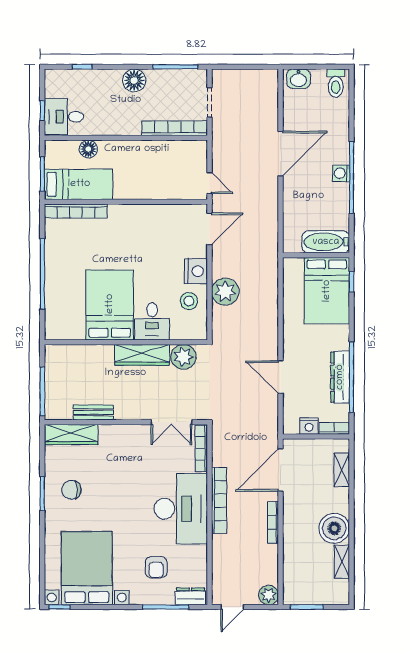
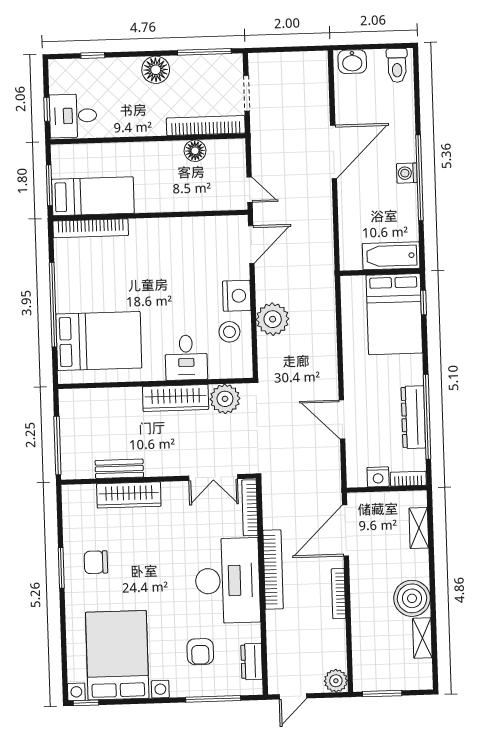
floor lamp: (88, 149) -> (195, 151), moved
bed: (110, 305) -> (99, 341), moved, turned 90
wardrobe: (71, 435) -> (129, 495), moved
dresser: (190, 596) -> (252, 662), moved, turned -90

